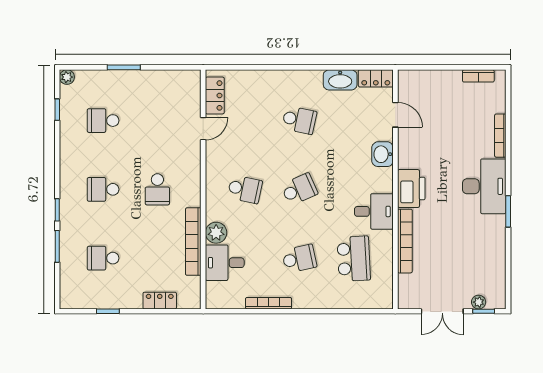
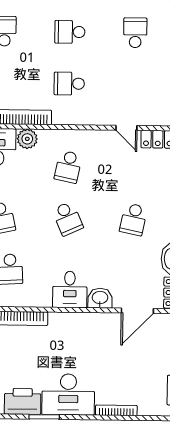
door: (395, 115) -> (137, 311), width x1.37
school desk: (103, 189) -> (70, 32), turned -90
printer: (411, 189) -> (23, 401), moved, turned 180
desk: (374, 211) -> (70, 290), moved

